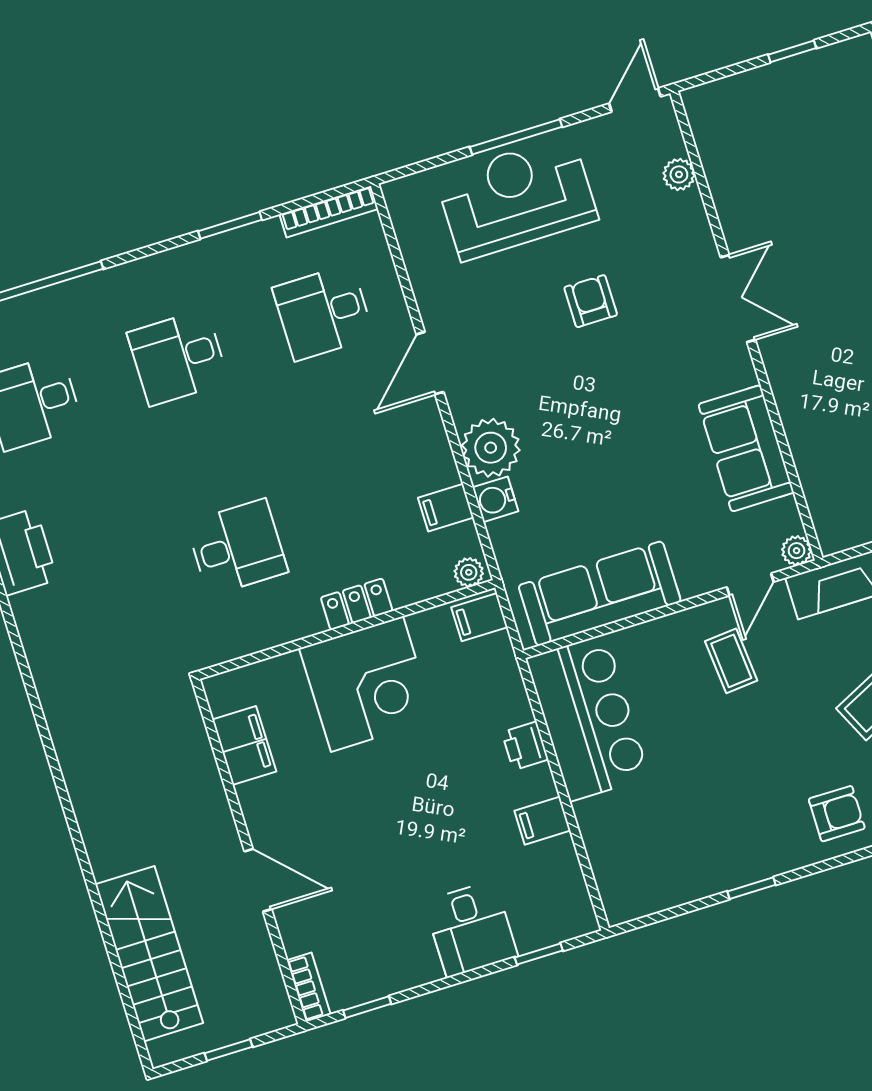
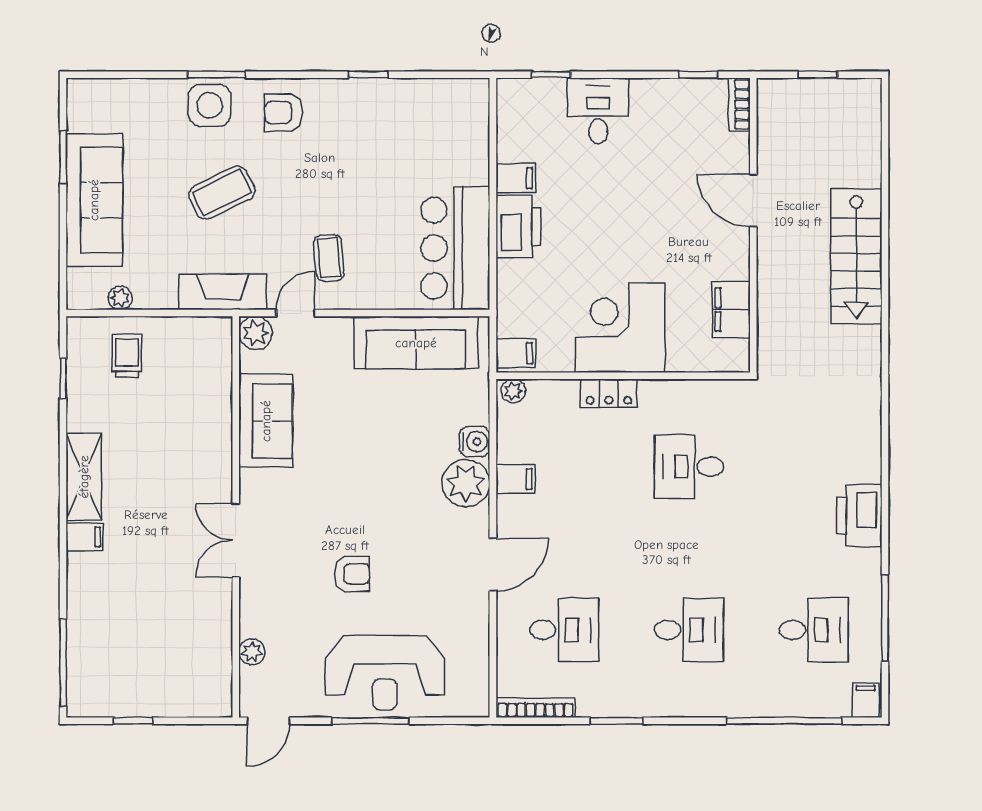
armchair: (591, 301) -> (352, 574), turned -90
filing cabinet: (446, 508) -> (515, 479), moved
plant: (797, 551) -> (255, 333), width x1.38, depth x1.38
printer: (525, 746) -> (518, 227), width x1.87, depth x1.48
stairs: (149, 954) -> (856, 256), moved

